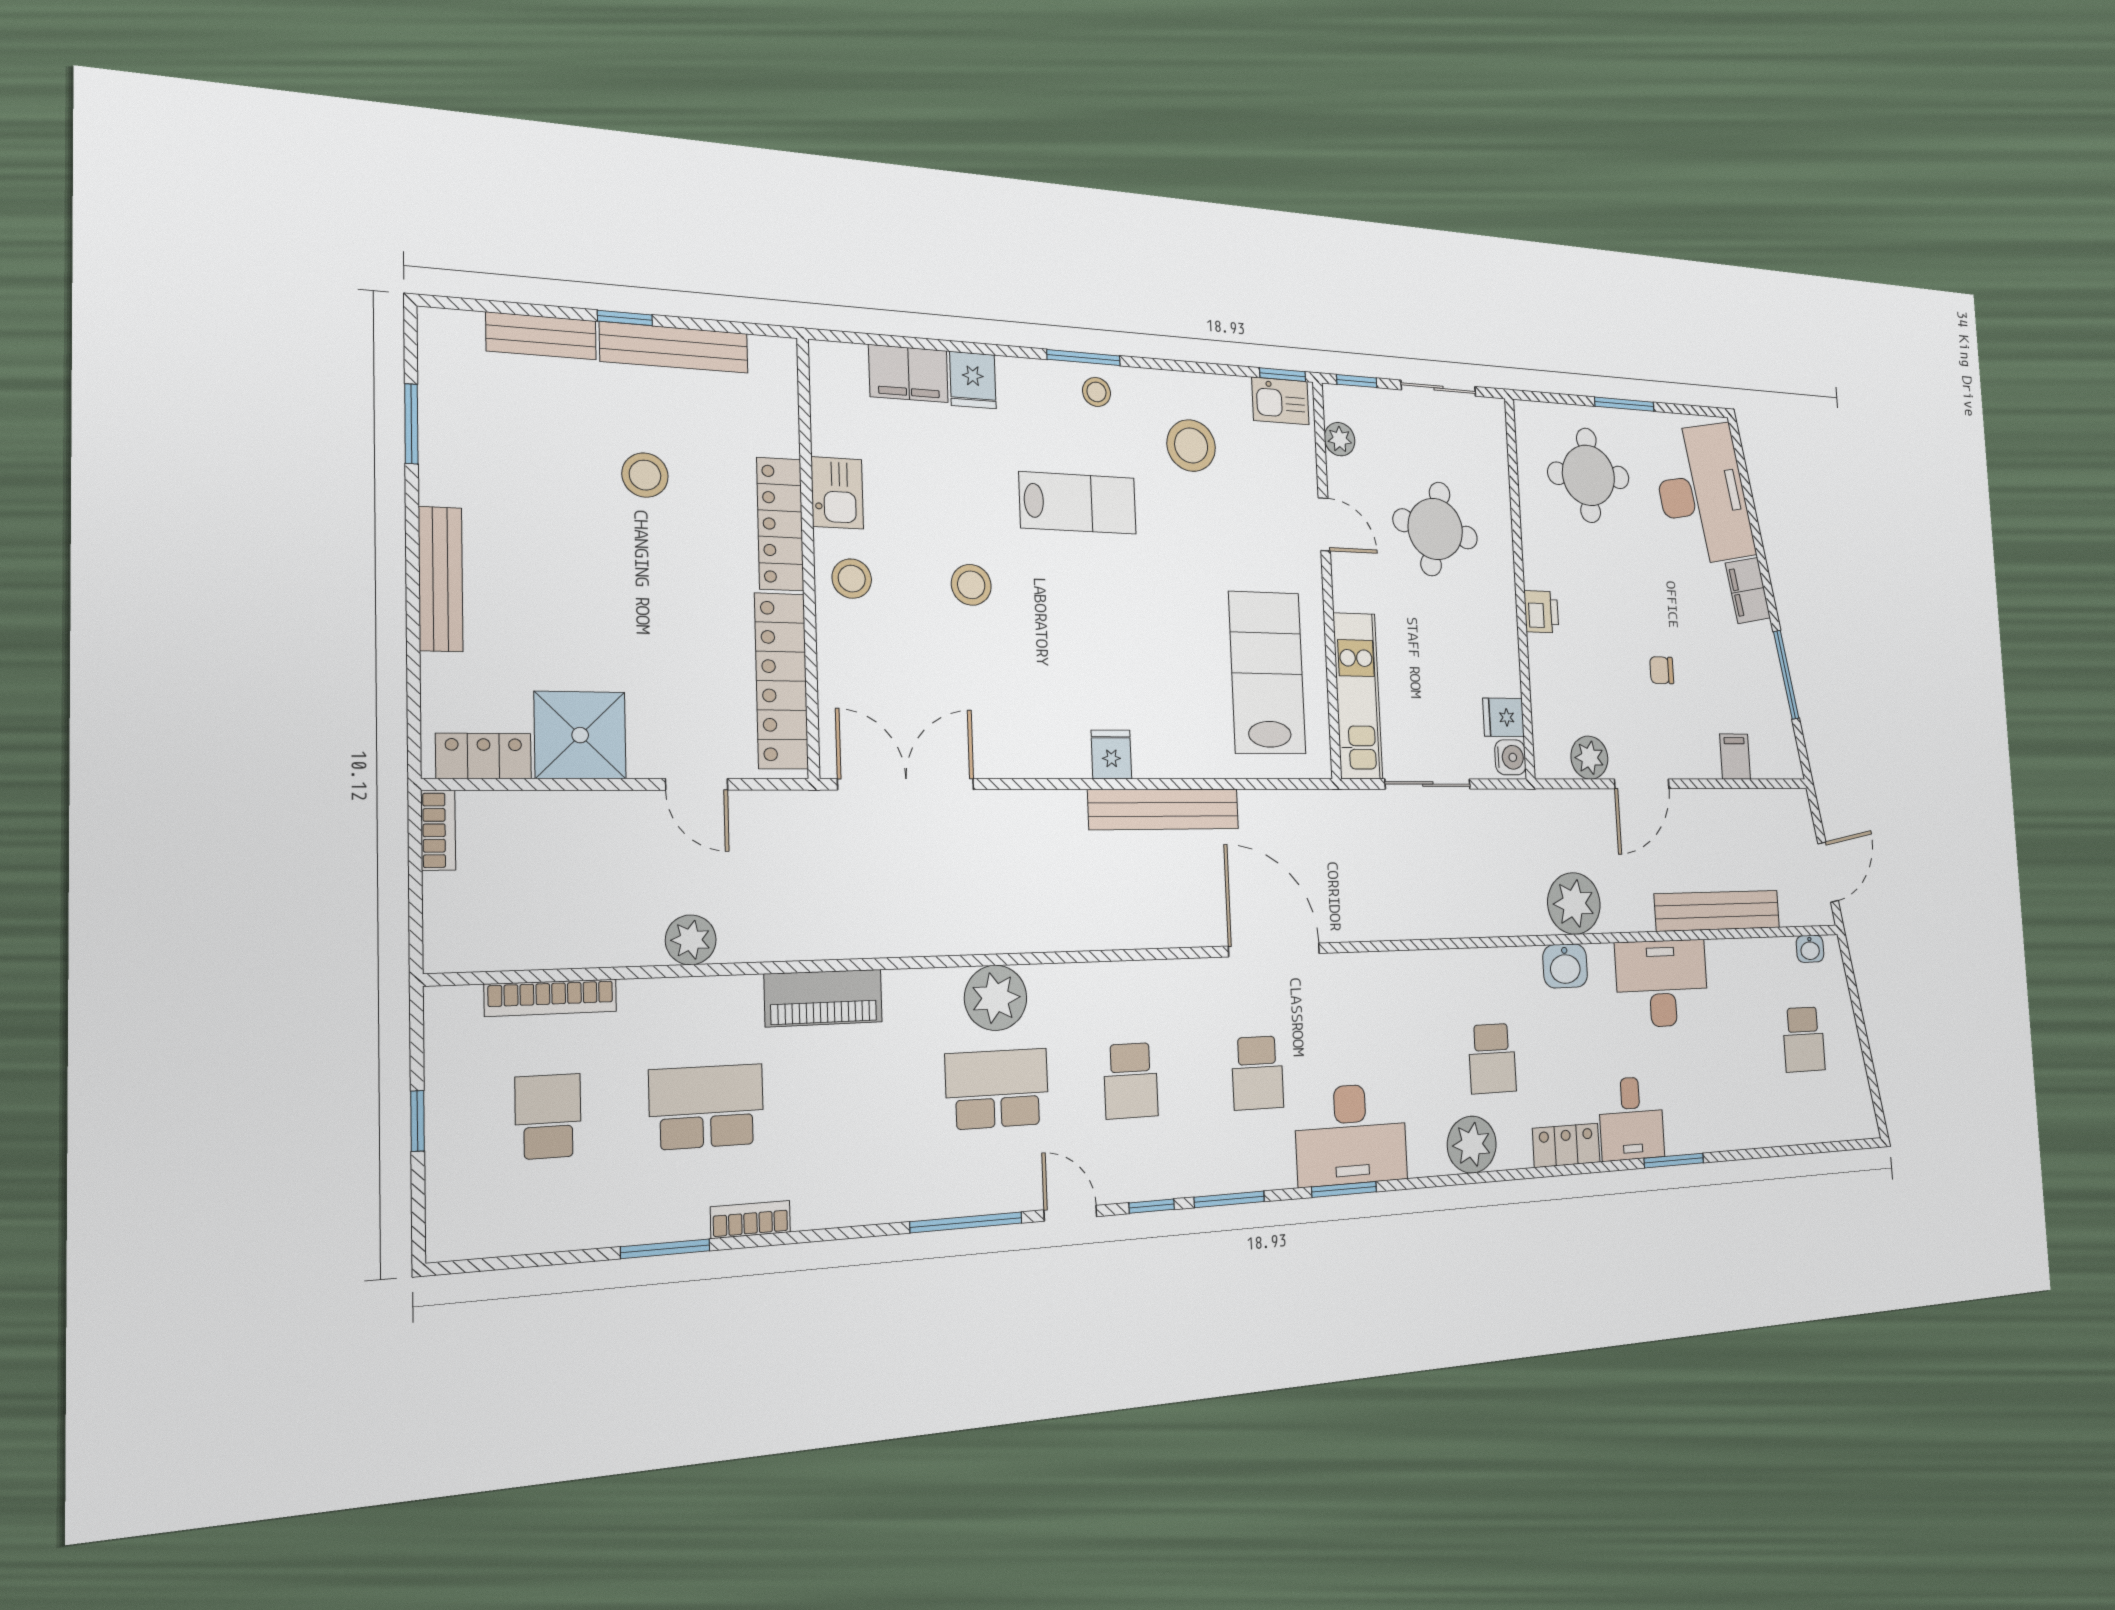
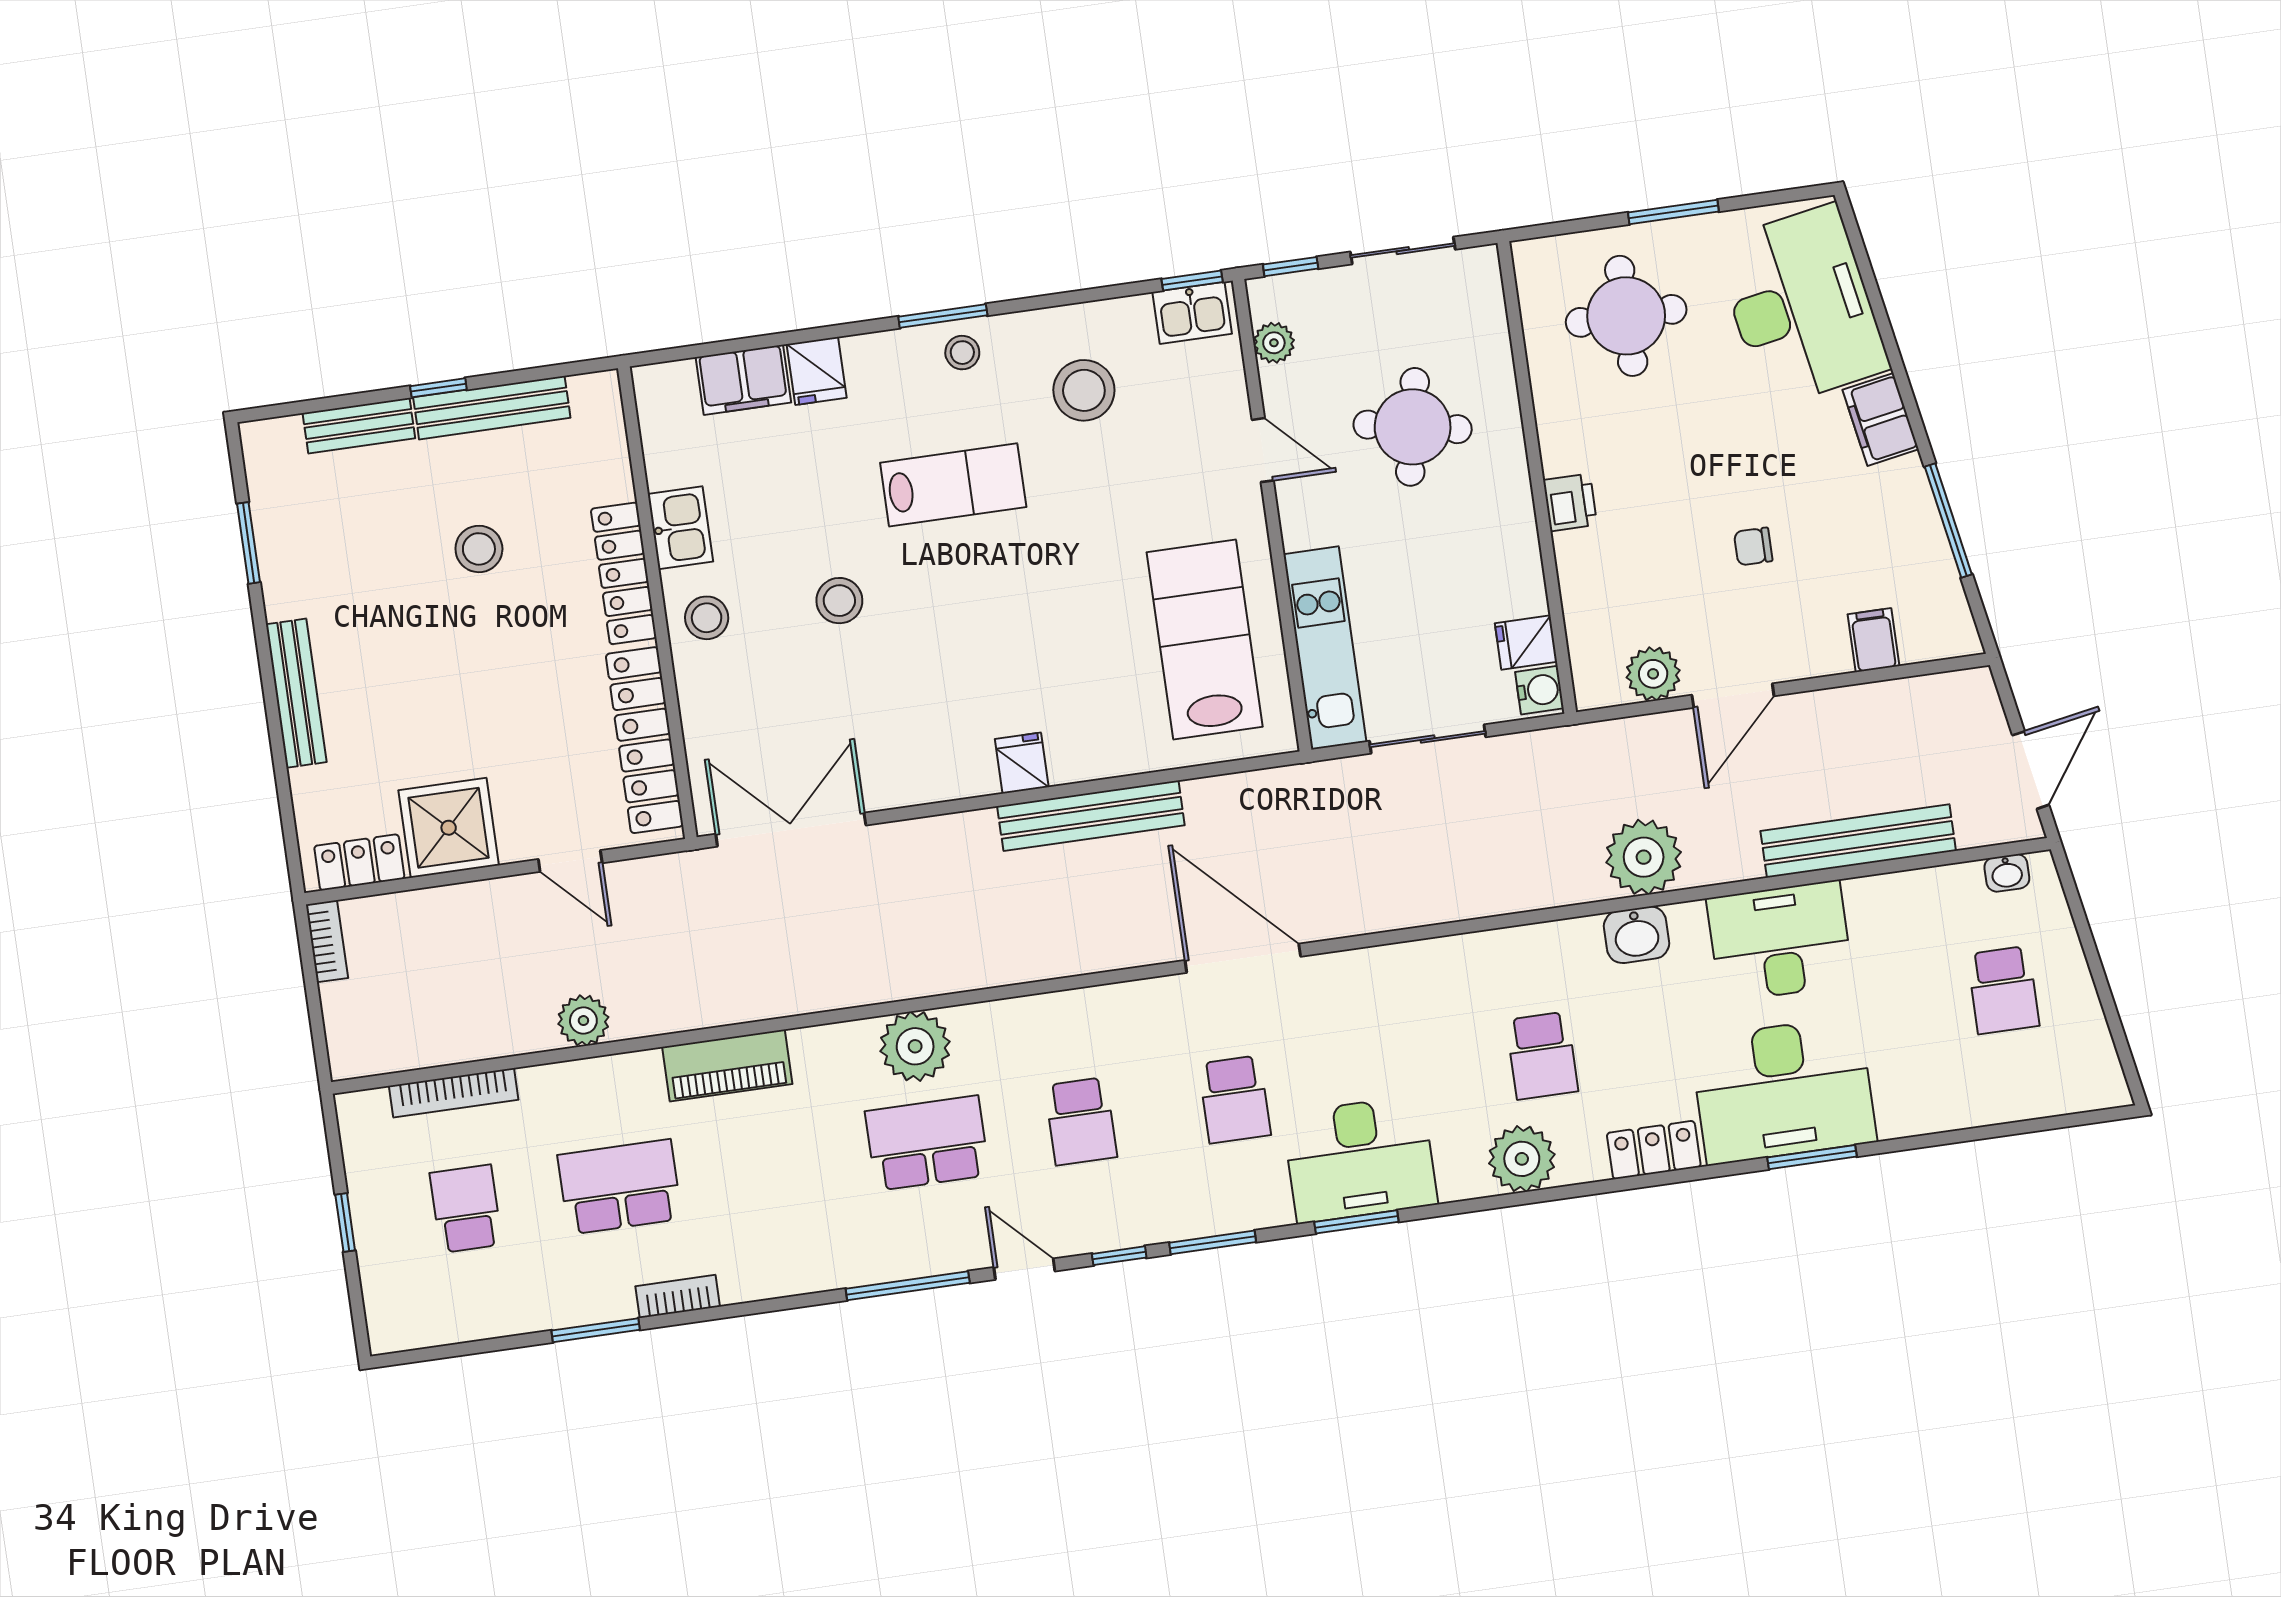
desk: (1631, 1118) -> (1783, 1090), width x1.87, depth x1.30

